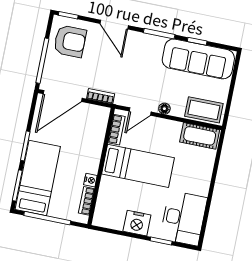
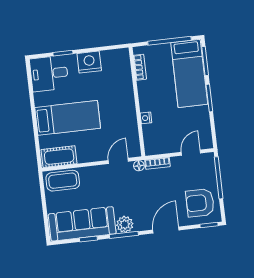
door: (114, 25) -> (166, 230), hinge flipped
plant: (155, 44) -> (125, 224), added
door: (63, 96) -> (191, 153), width x0.53
floor lamp: (164, 109) -> (139, 166), moved
bookcase: (117, 130) -> (134, 138), removed
bed: (138, 166) -> (68, 118), moved, turned 180
nightstand: (90, 180) -> (146, 118), moved
desk: (183, 218) -> (49, 74), width x0.73

